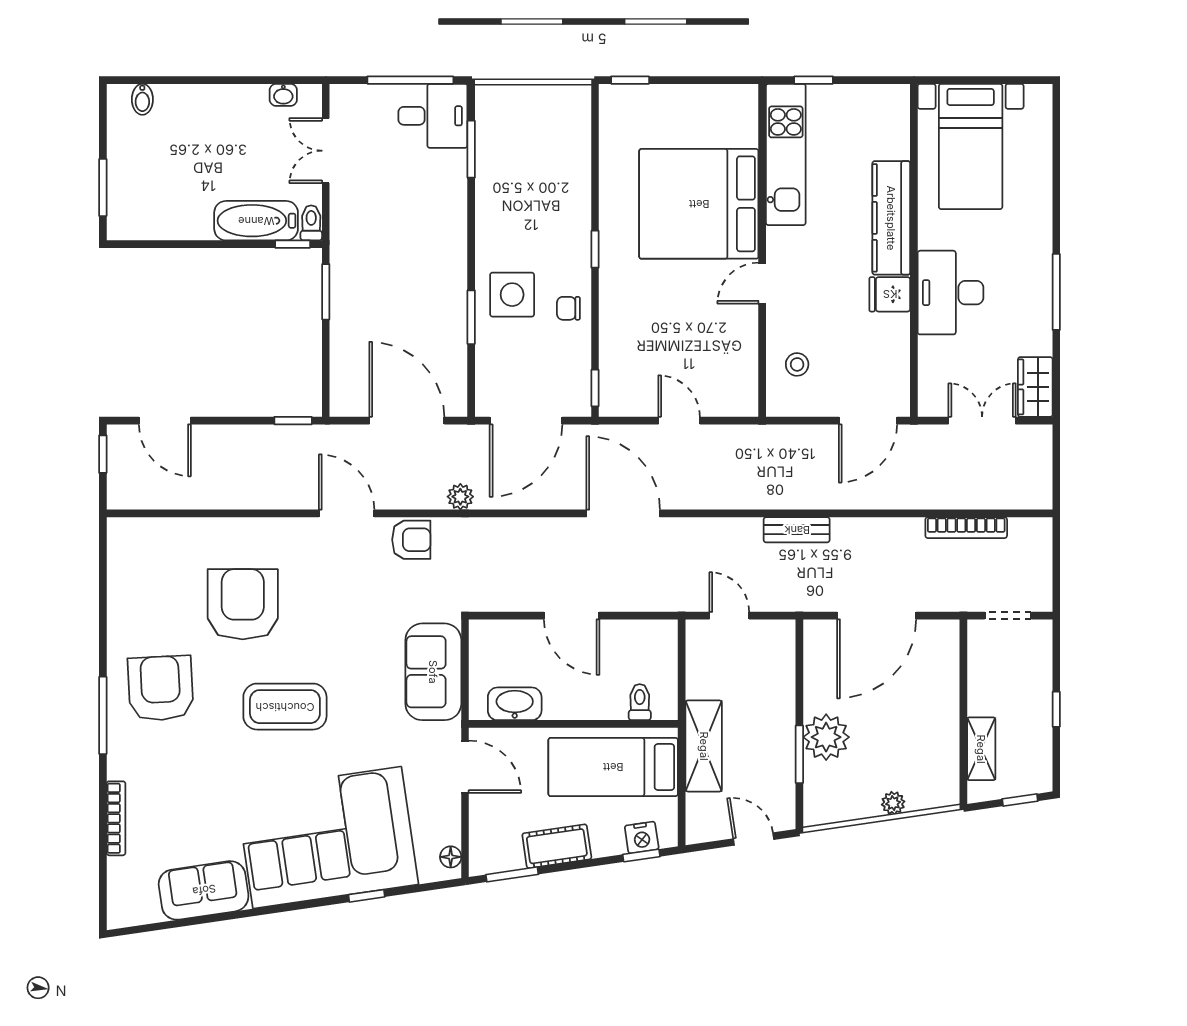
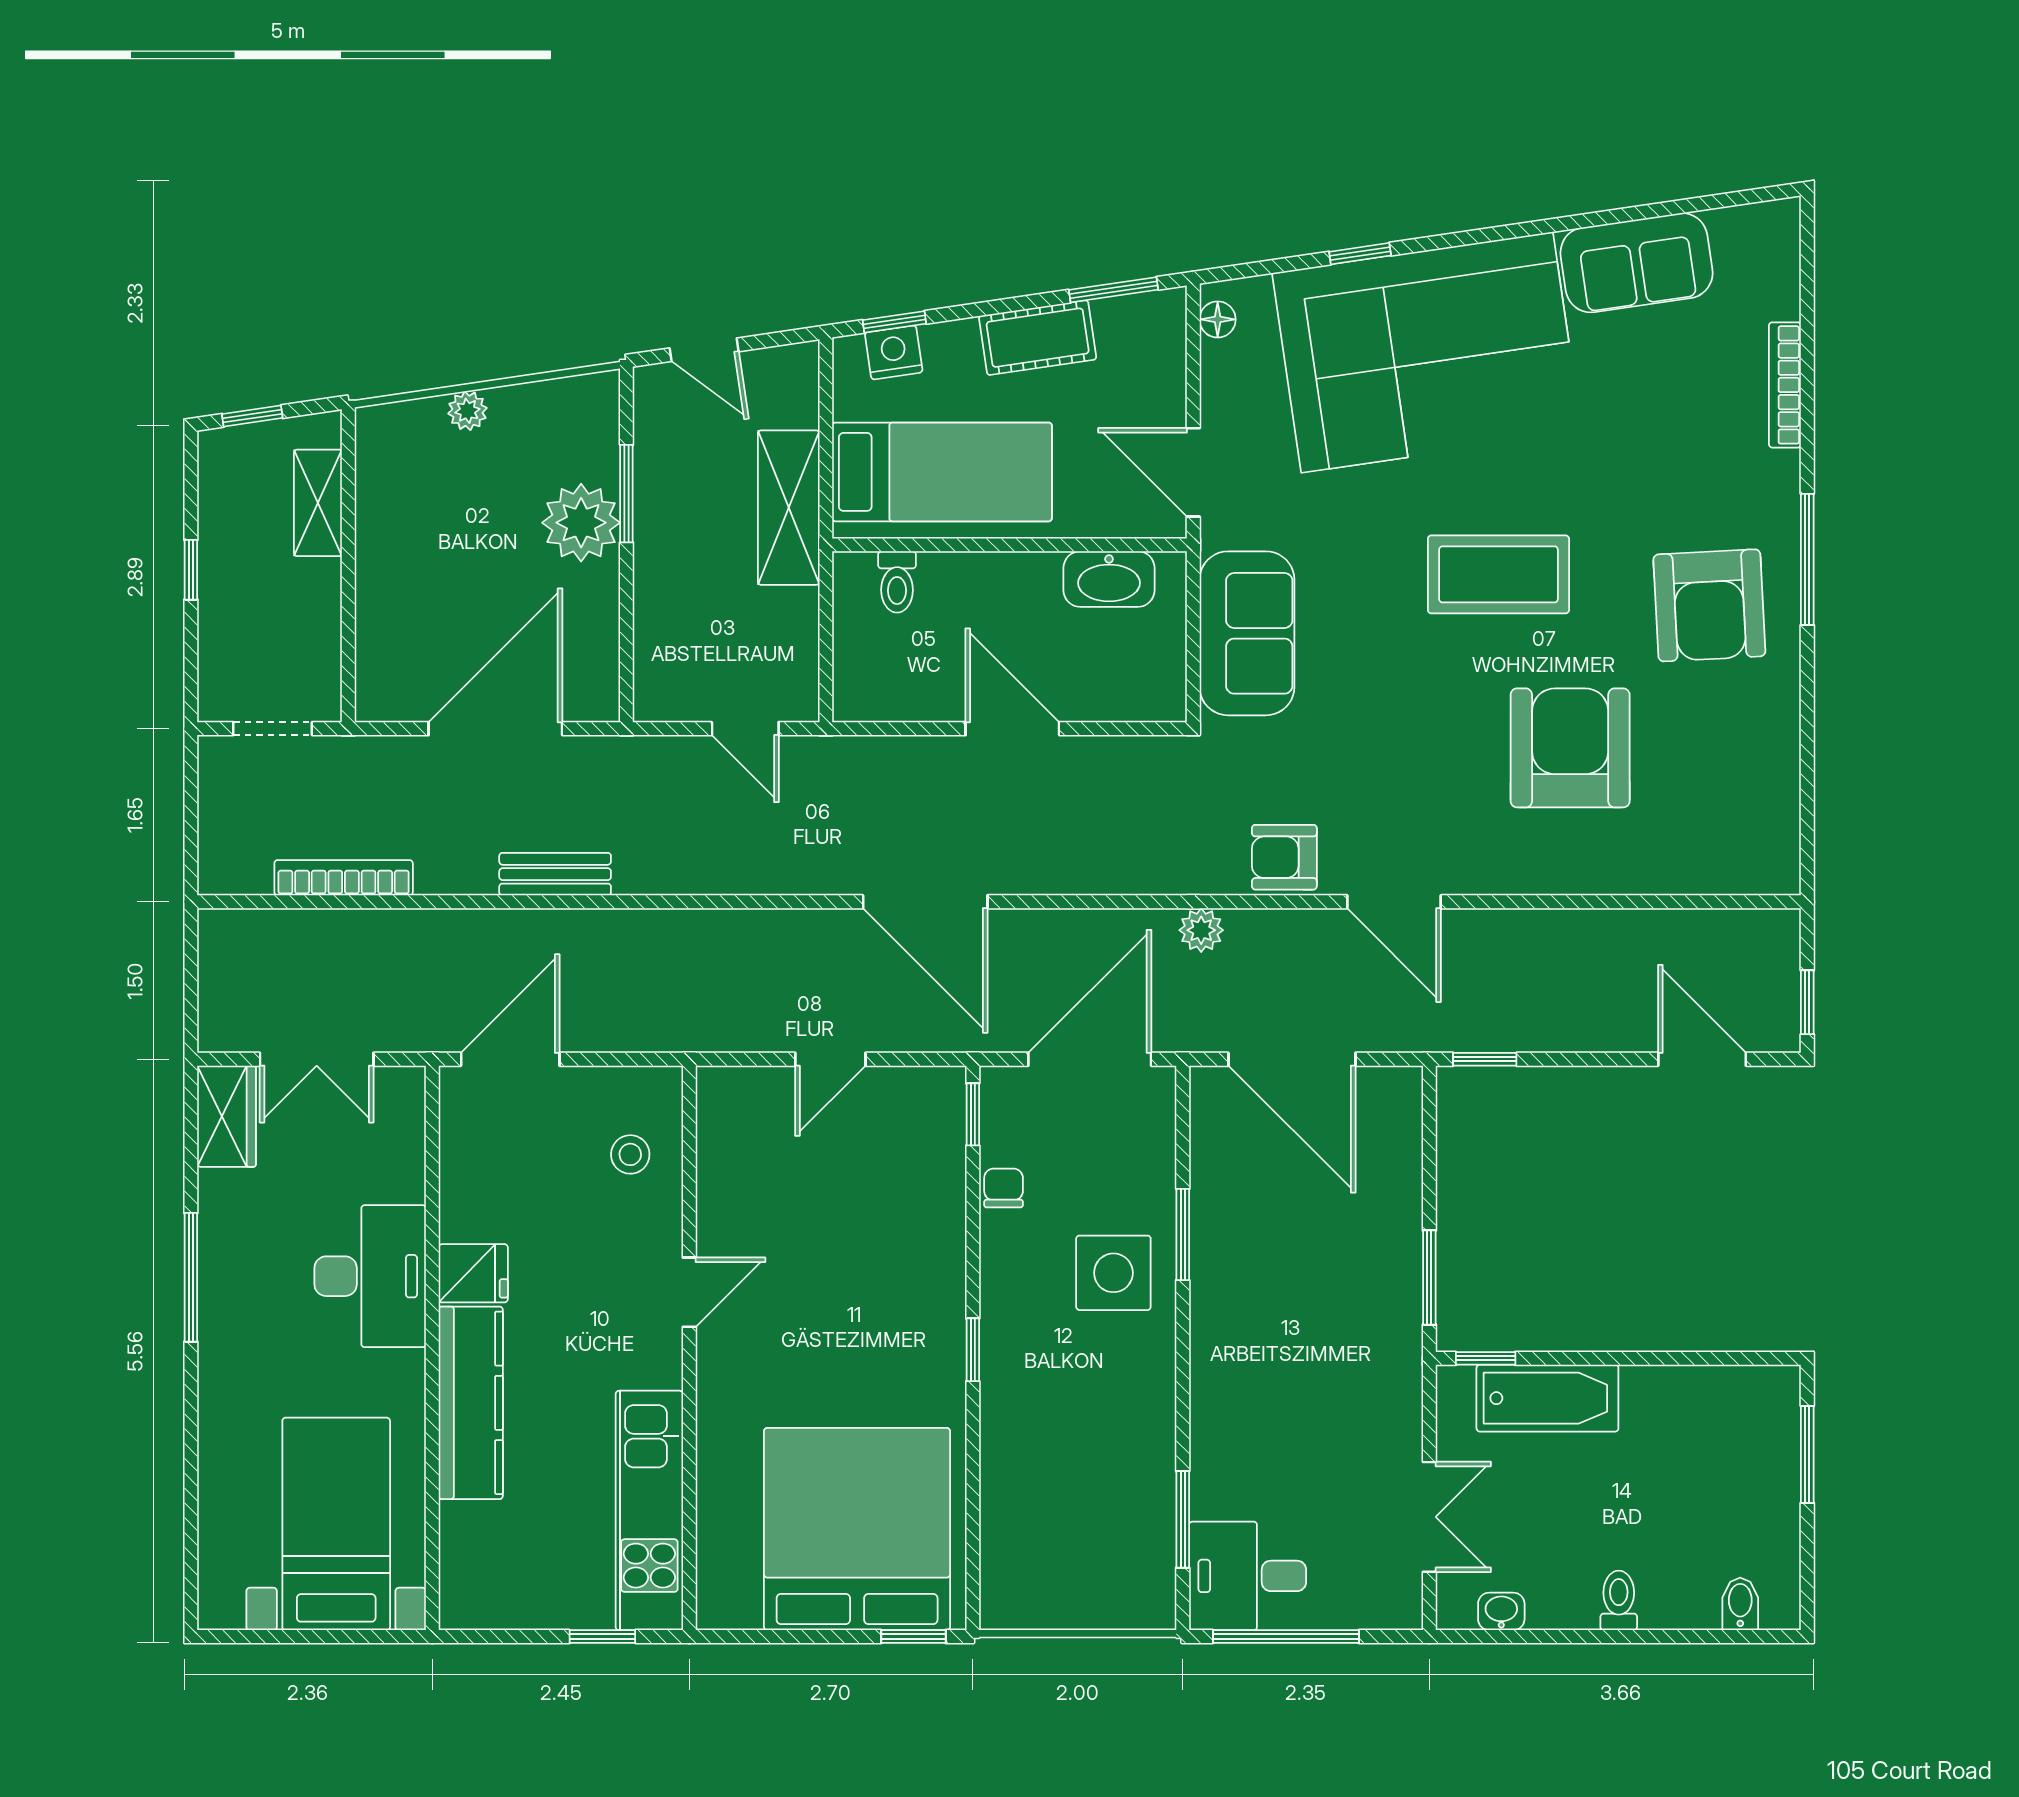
bed: (699, 204) -> (857, 1529), moved, turned -90
toilet: (311, 223) -> (1619, 1600), moved, turned 180
chair: (568, 308) -> (1004, 1188), moved, turned -90
door: (679, 421) -> (830, 1059), hinge flipped
bench: (797, 530) -> (555, 874), moved
armchair: (243, 604) -> (1570, 748), turned 180

